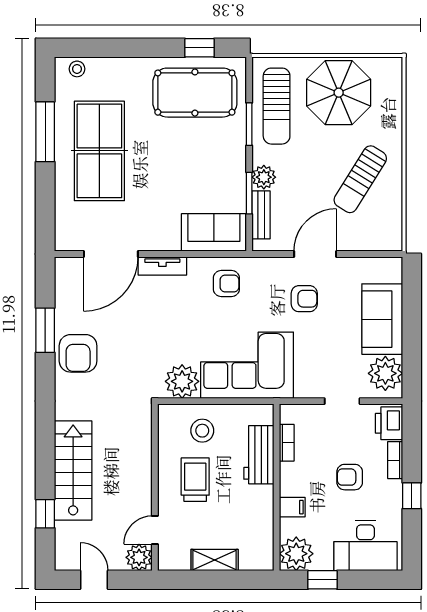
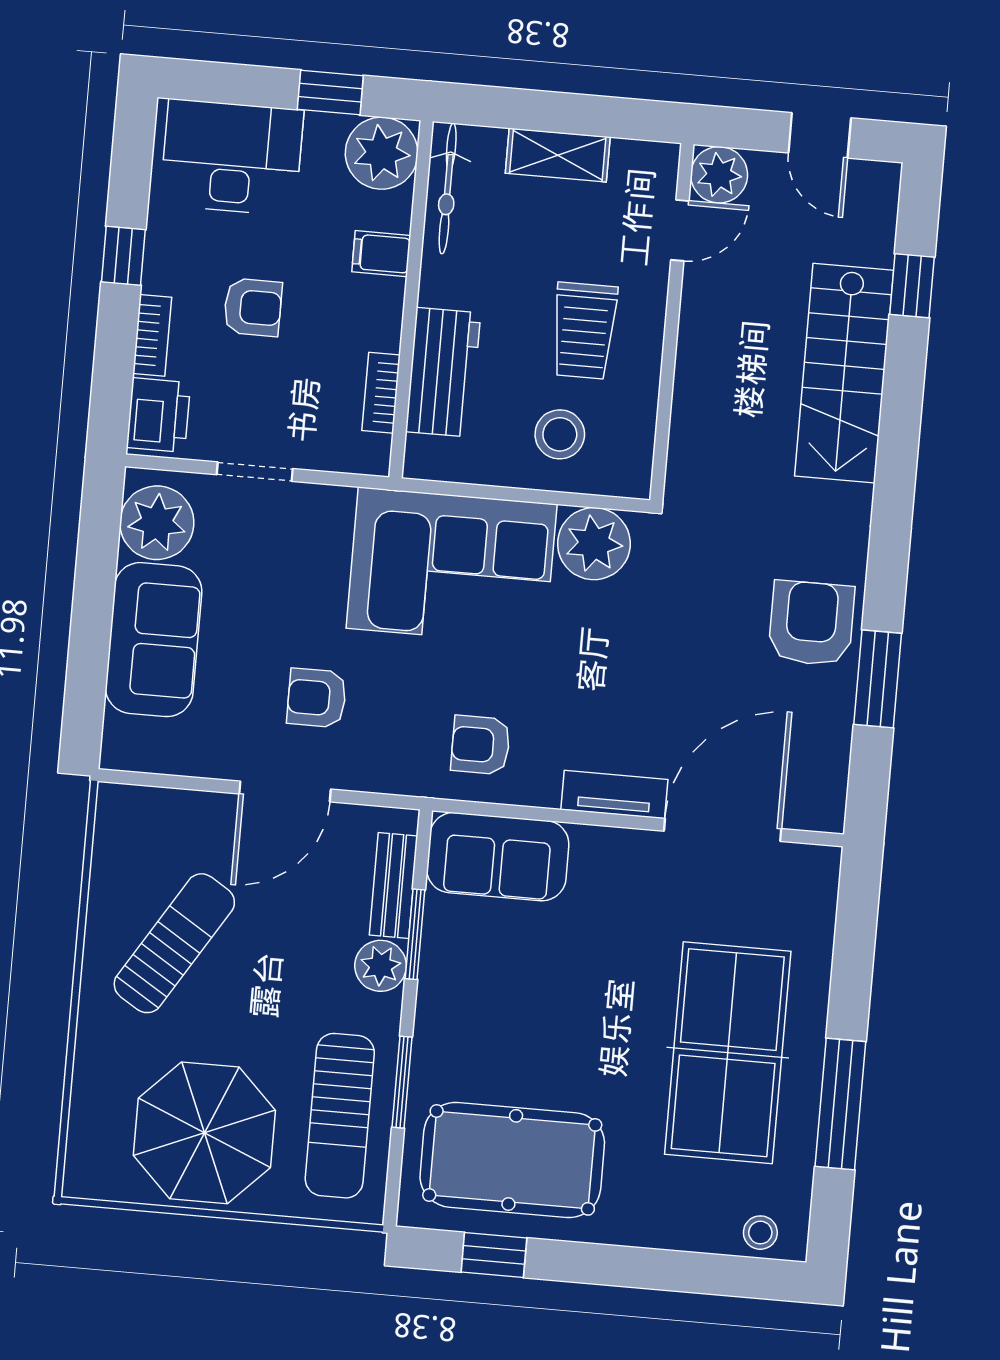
sun lounger: (277, 106) -> (340, 1116), turned 180
bicycle: (264, 540) -> (448, 189), added

